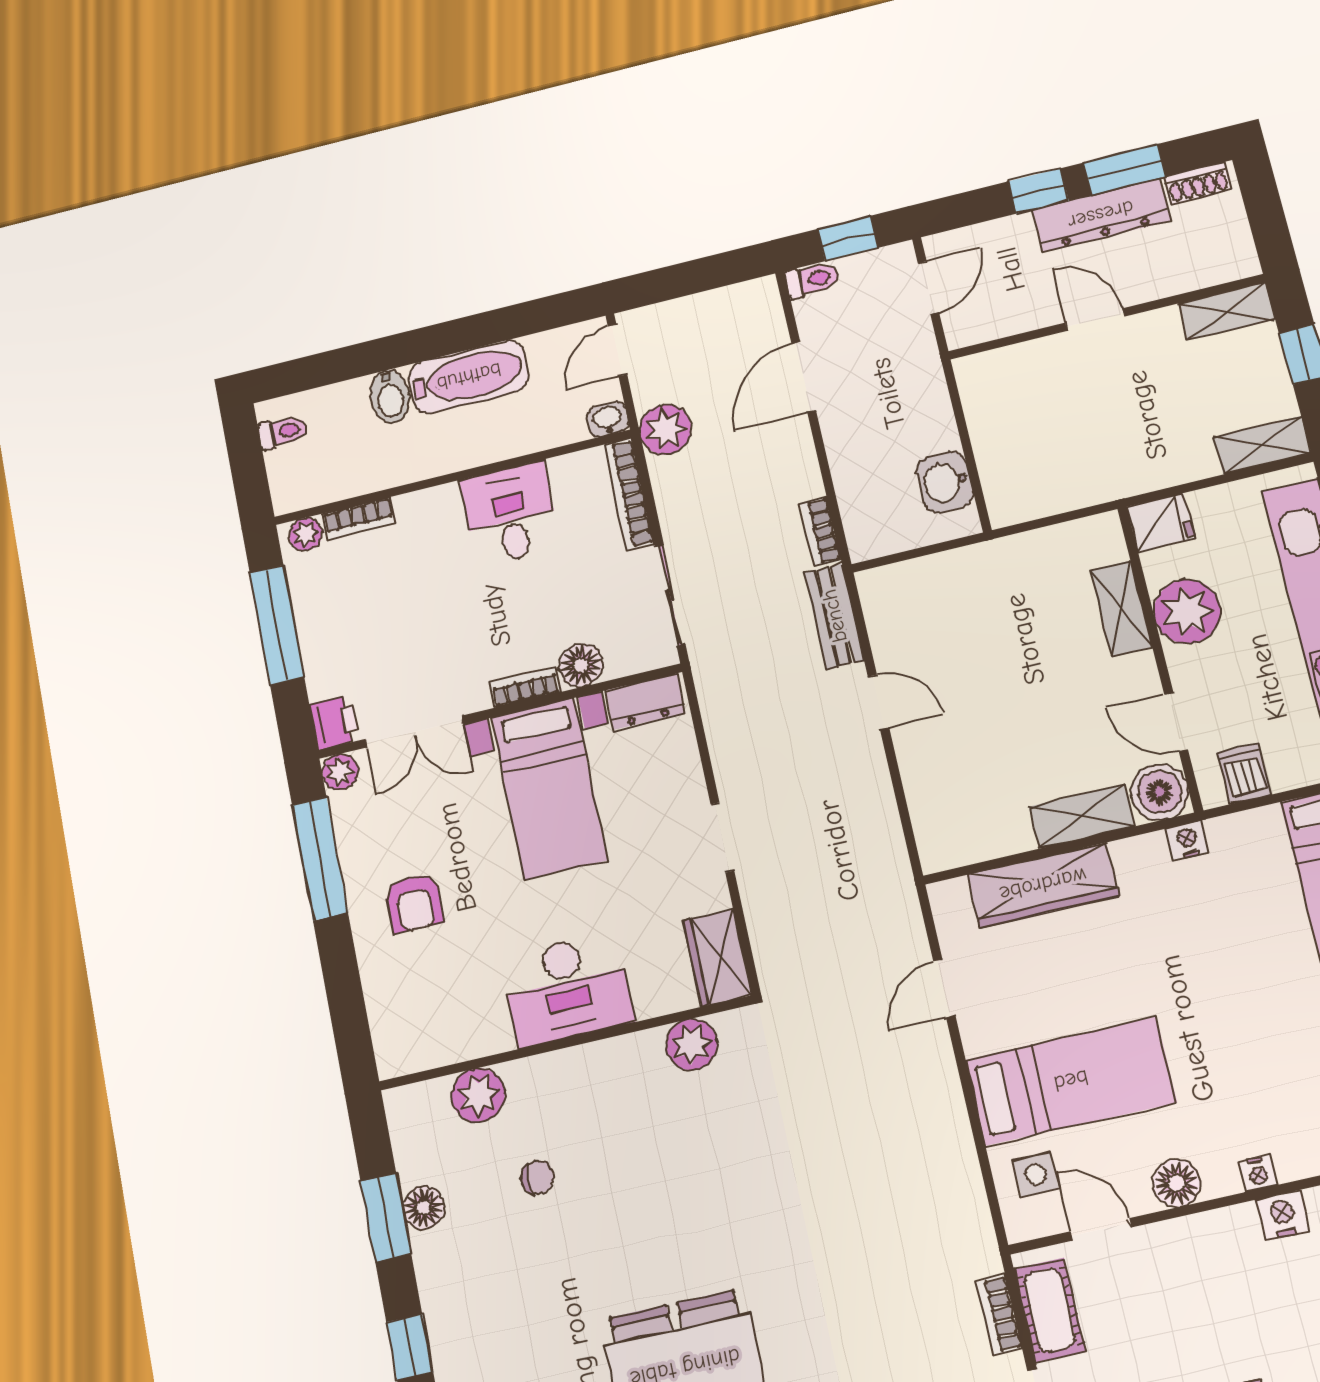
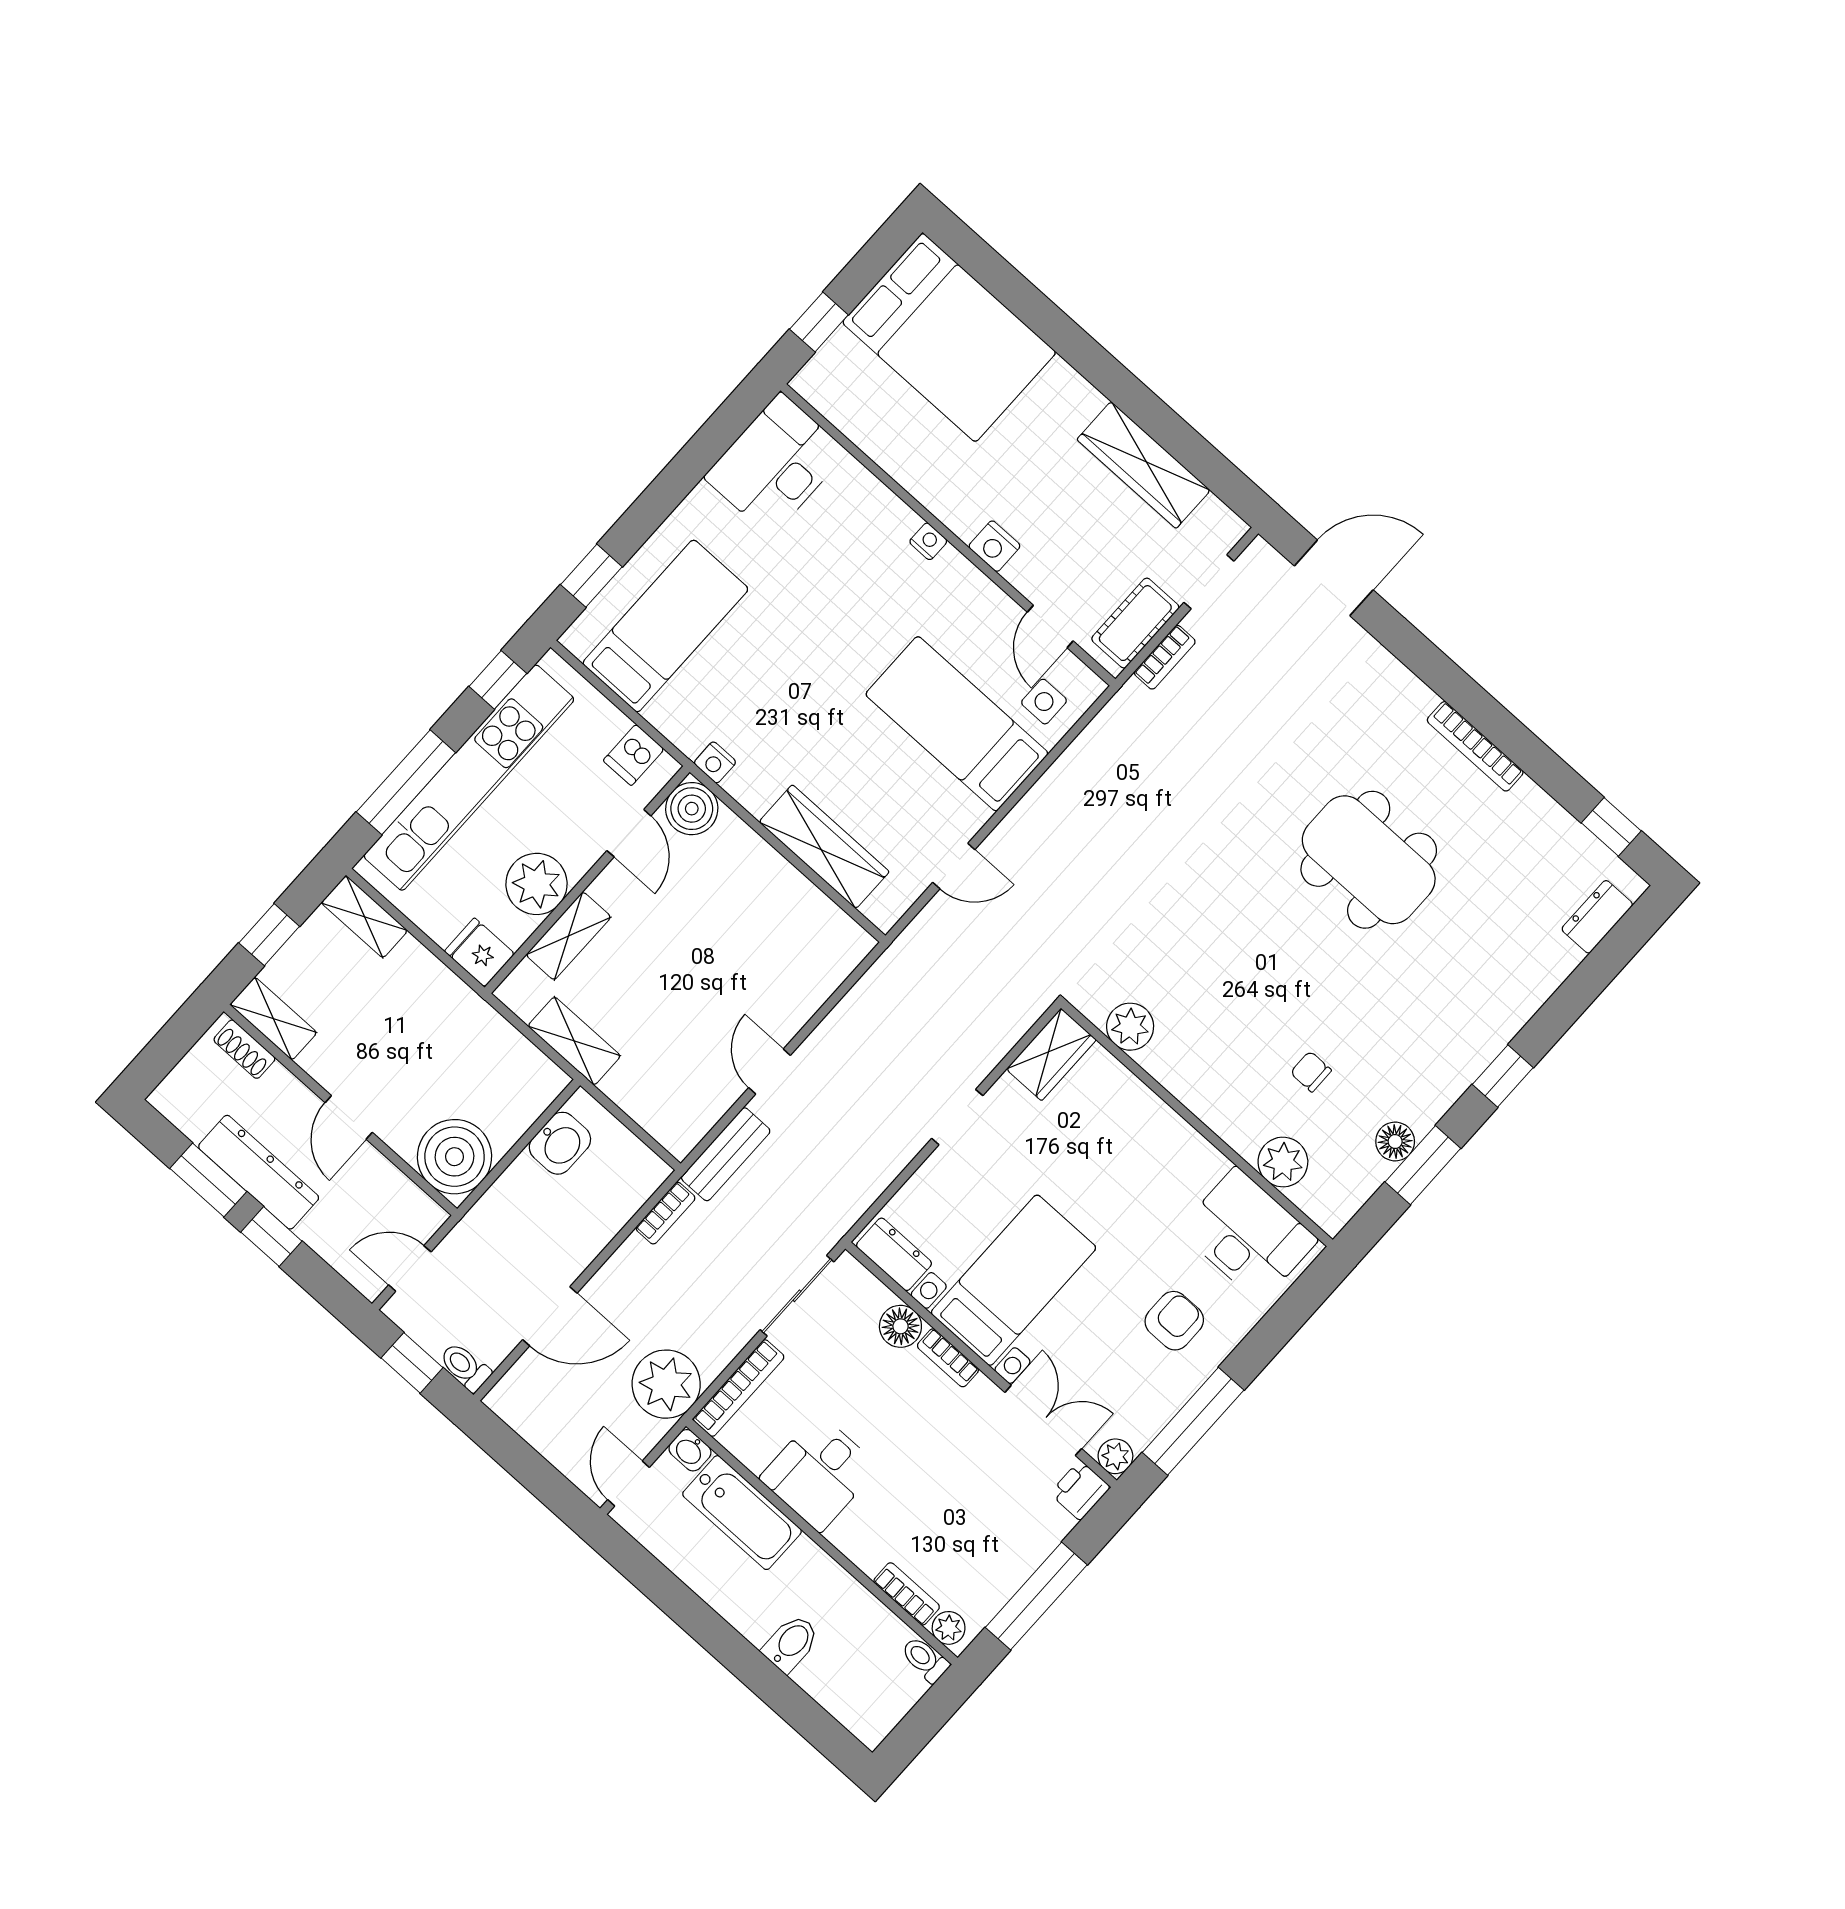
shoe rack: (1198, 183) -> (244, 1049), moved, turned 180
door: (617, 350) -> (628, 1484), swing flipped
bathtub: (469, 377) -> (742, 1513), moved, turned 180
boiler: (997, 386) -> (455, 1157), added
plant: (666, 430) -> (666, 1384), width x1.36, depth x1.36
toilet: (283, 432) -> (925, 1659), moved
shelving: (1082, 816) -> (574, 1041), moved
desk: (567, 989) -> (1248, 1235), moved
floor lamp: (1176, 1183) -> (977, 595), removed
nightstand: (1283, 1215) -> (994, 546), moved

